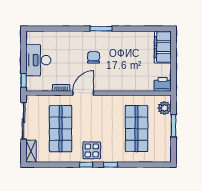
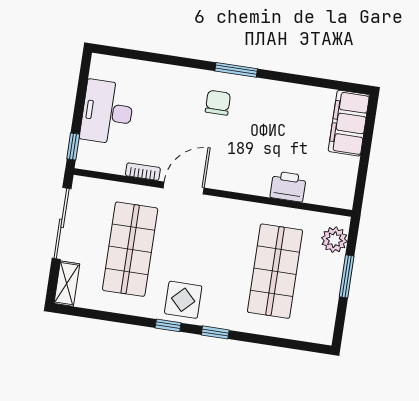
chair: (94, 57) -> (218, 103), moved
printer: (163, 84) -> (288, 187), moved

